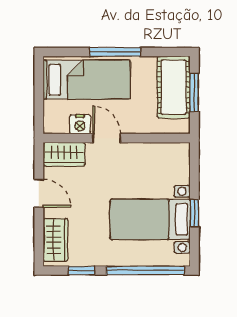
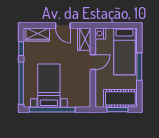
nightstand: (80, 124) -> (100, 33), moved
door: (39, 193) -> (63, 25), hinge flipped
window: (194, 213) -> (52, 110), width x3.17

